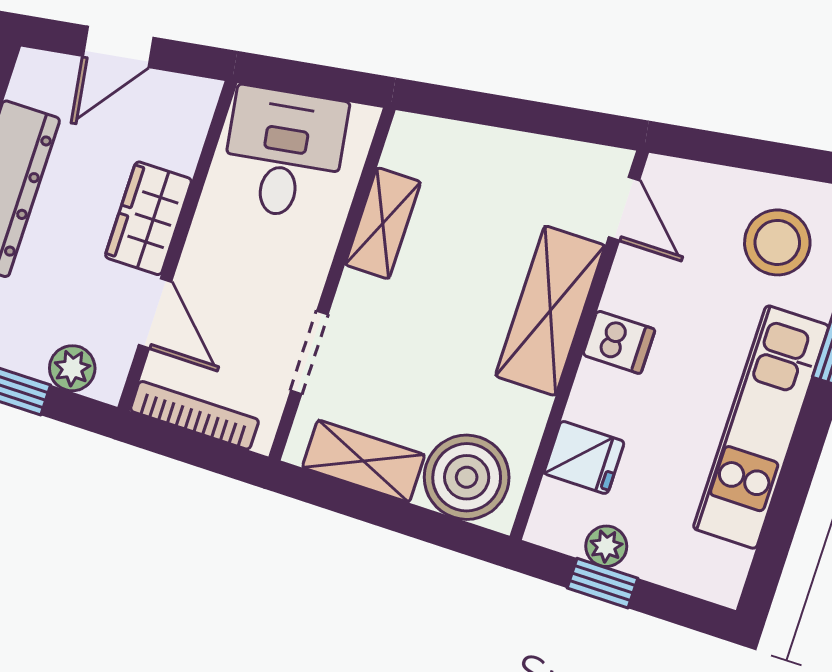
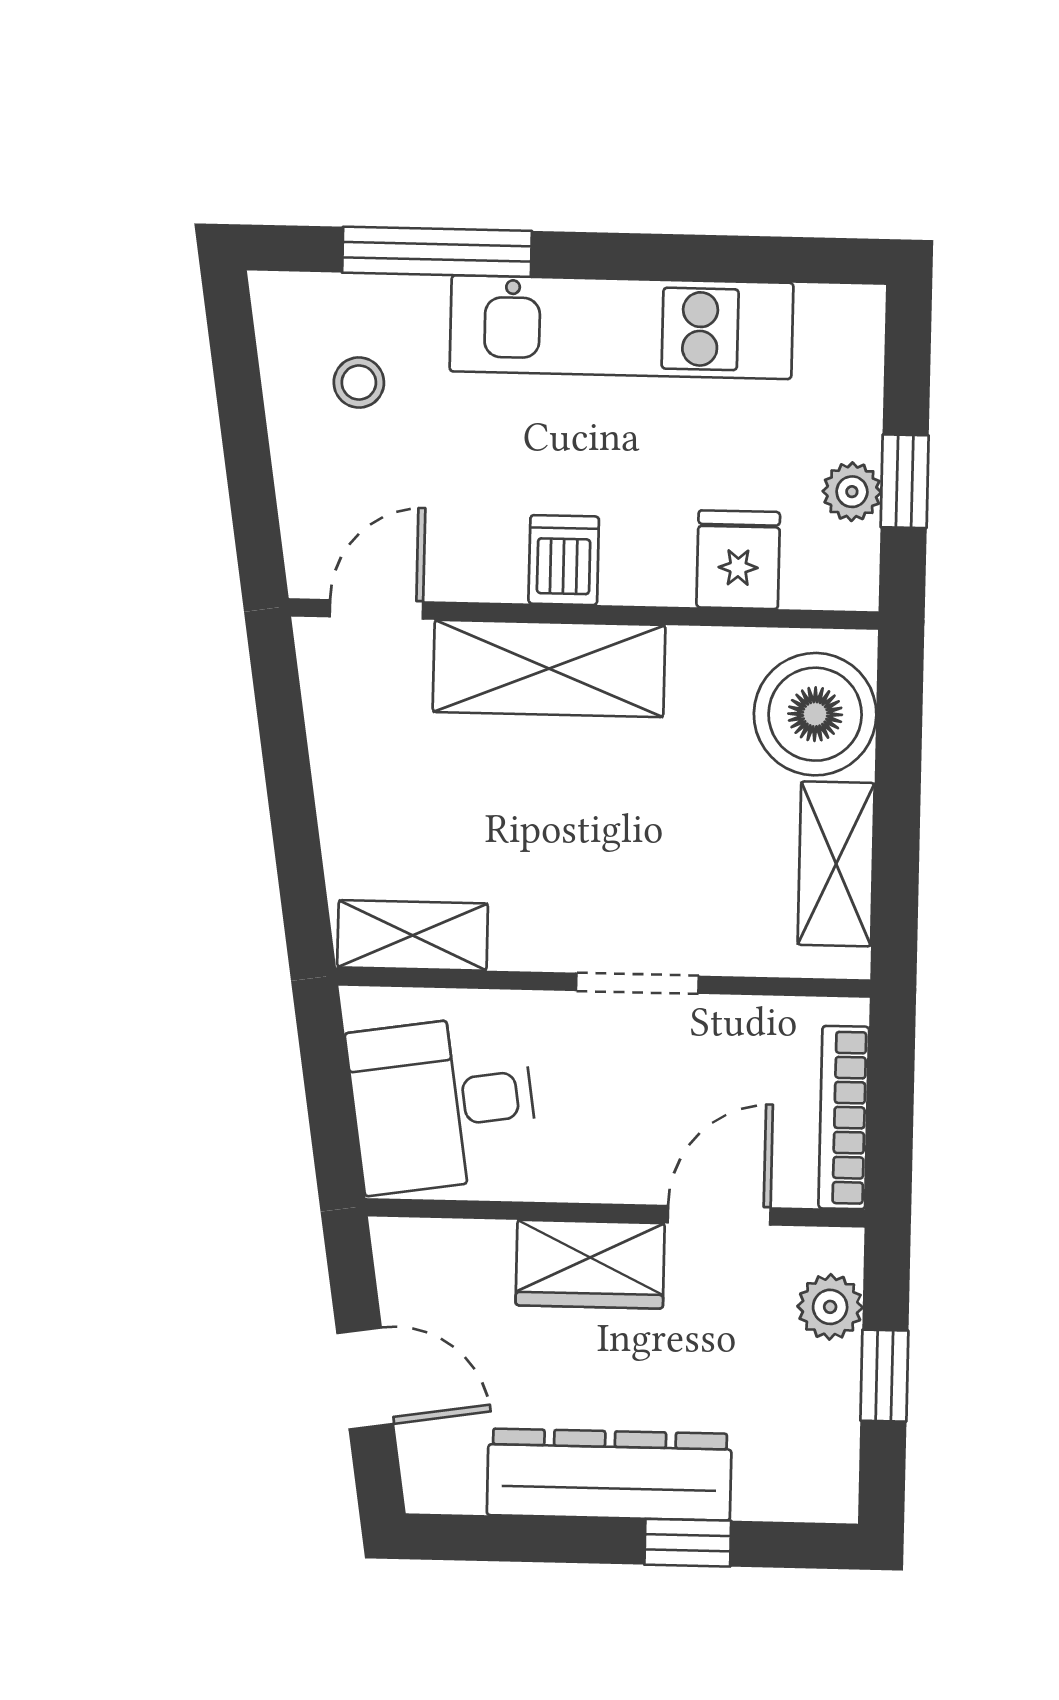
shelving: (383, 223) -> (413, 935), moved
stool: (777, 242) -> (359, 382), width x0.53, depth x0.53
doorway: (309, 352) -> (637, 983), moved

